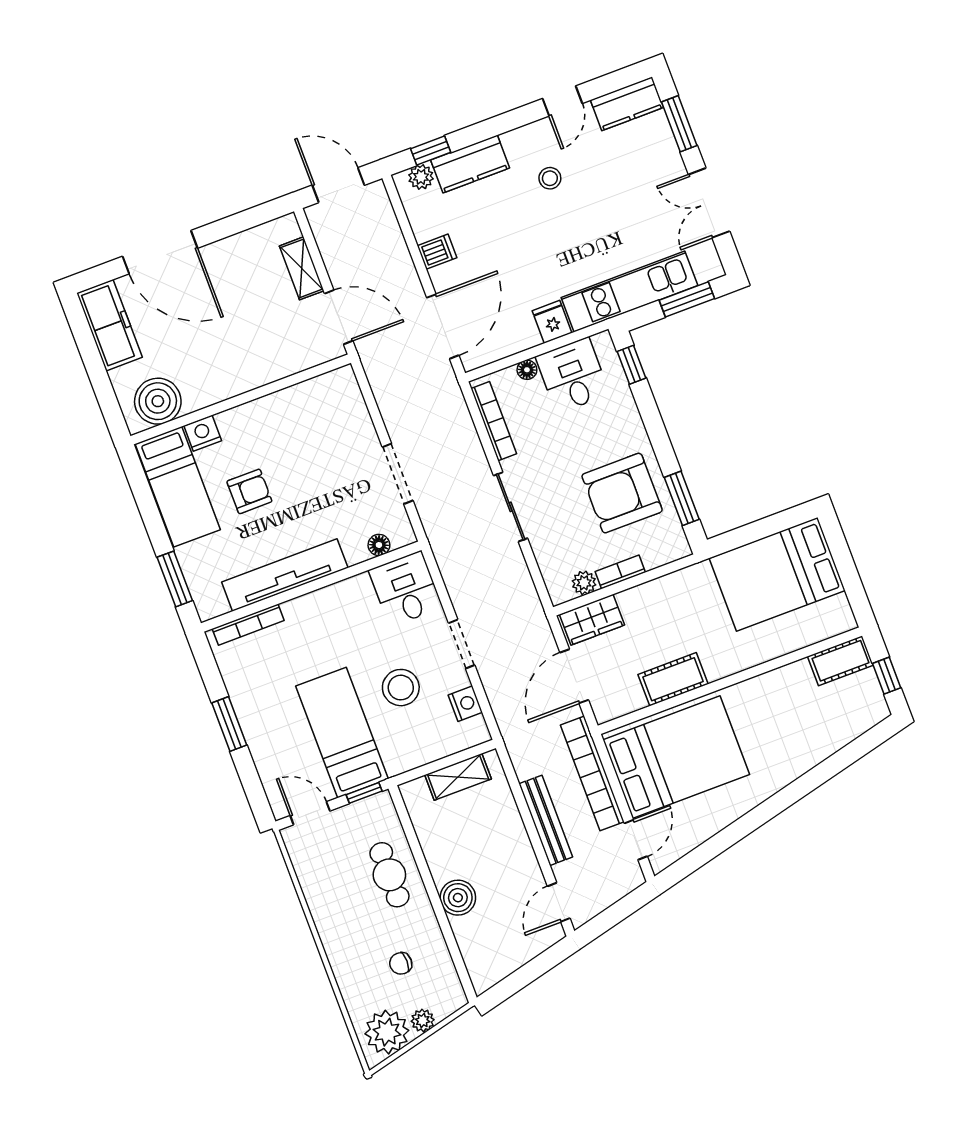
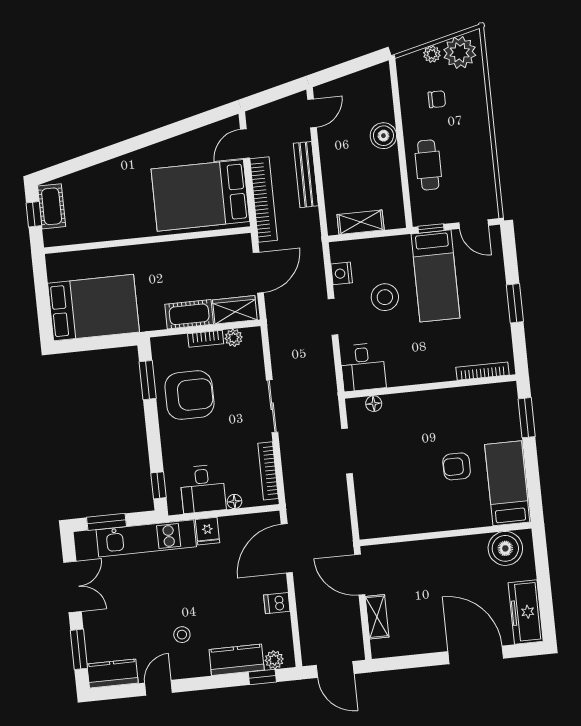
nightstand: (203, 433) -> (479, 517), removed
tv unit: (285, 575) -> (447, 400), removed
cot: (840, 661) -> (52, 206), moved, turned 90
cot: (673, 679) -> (189, 314), moved

